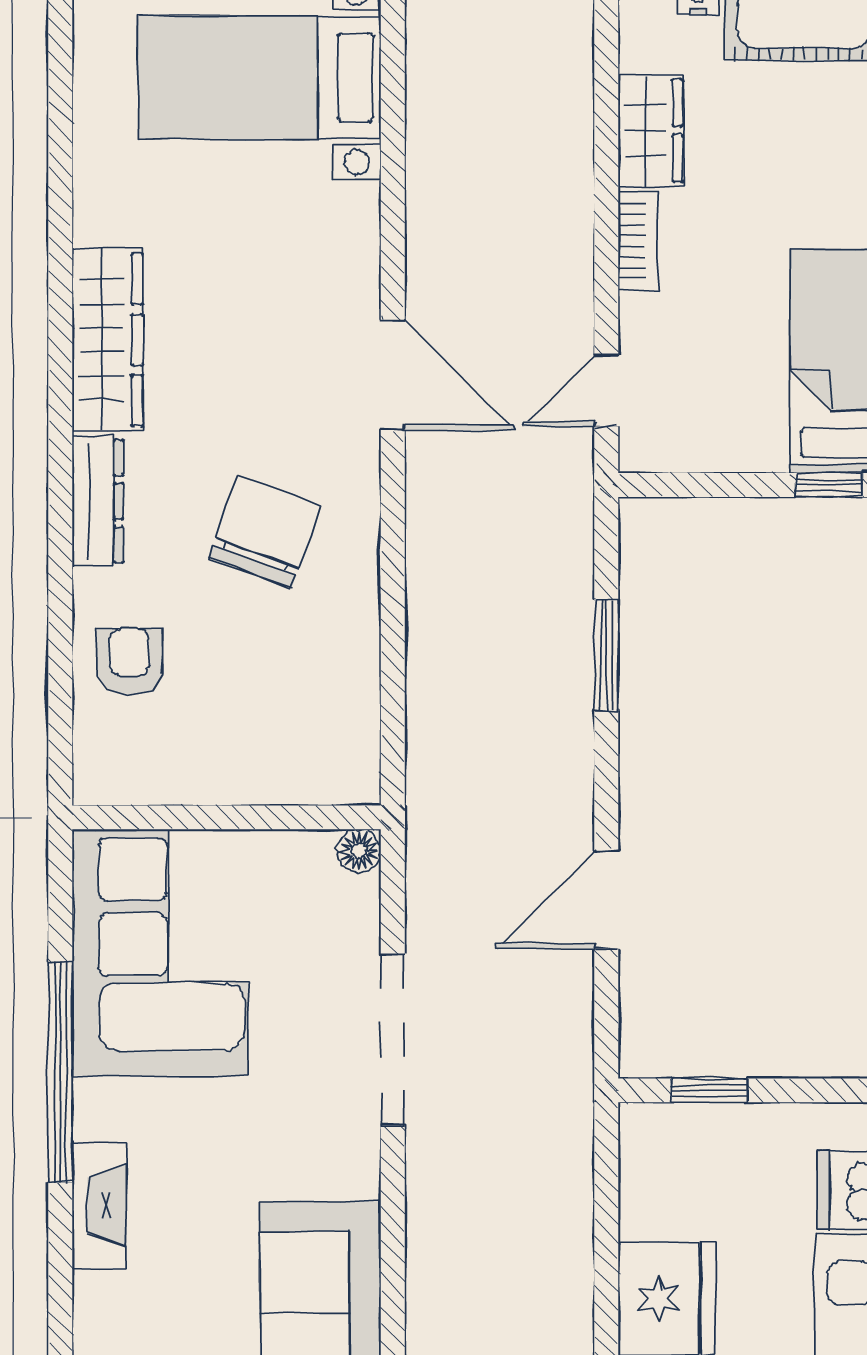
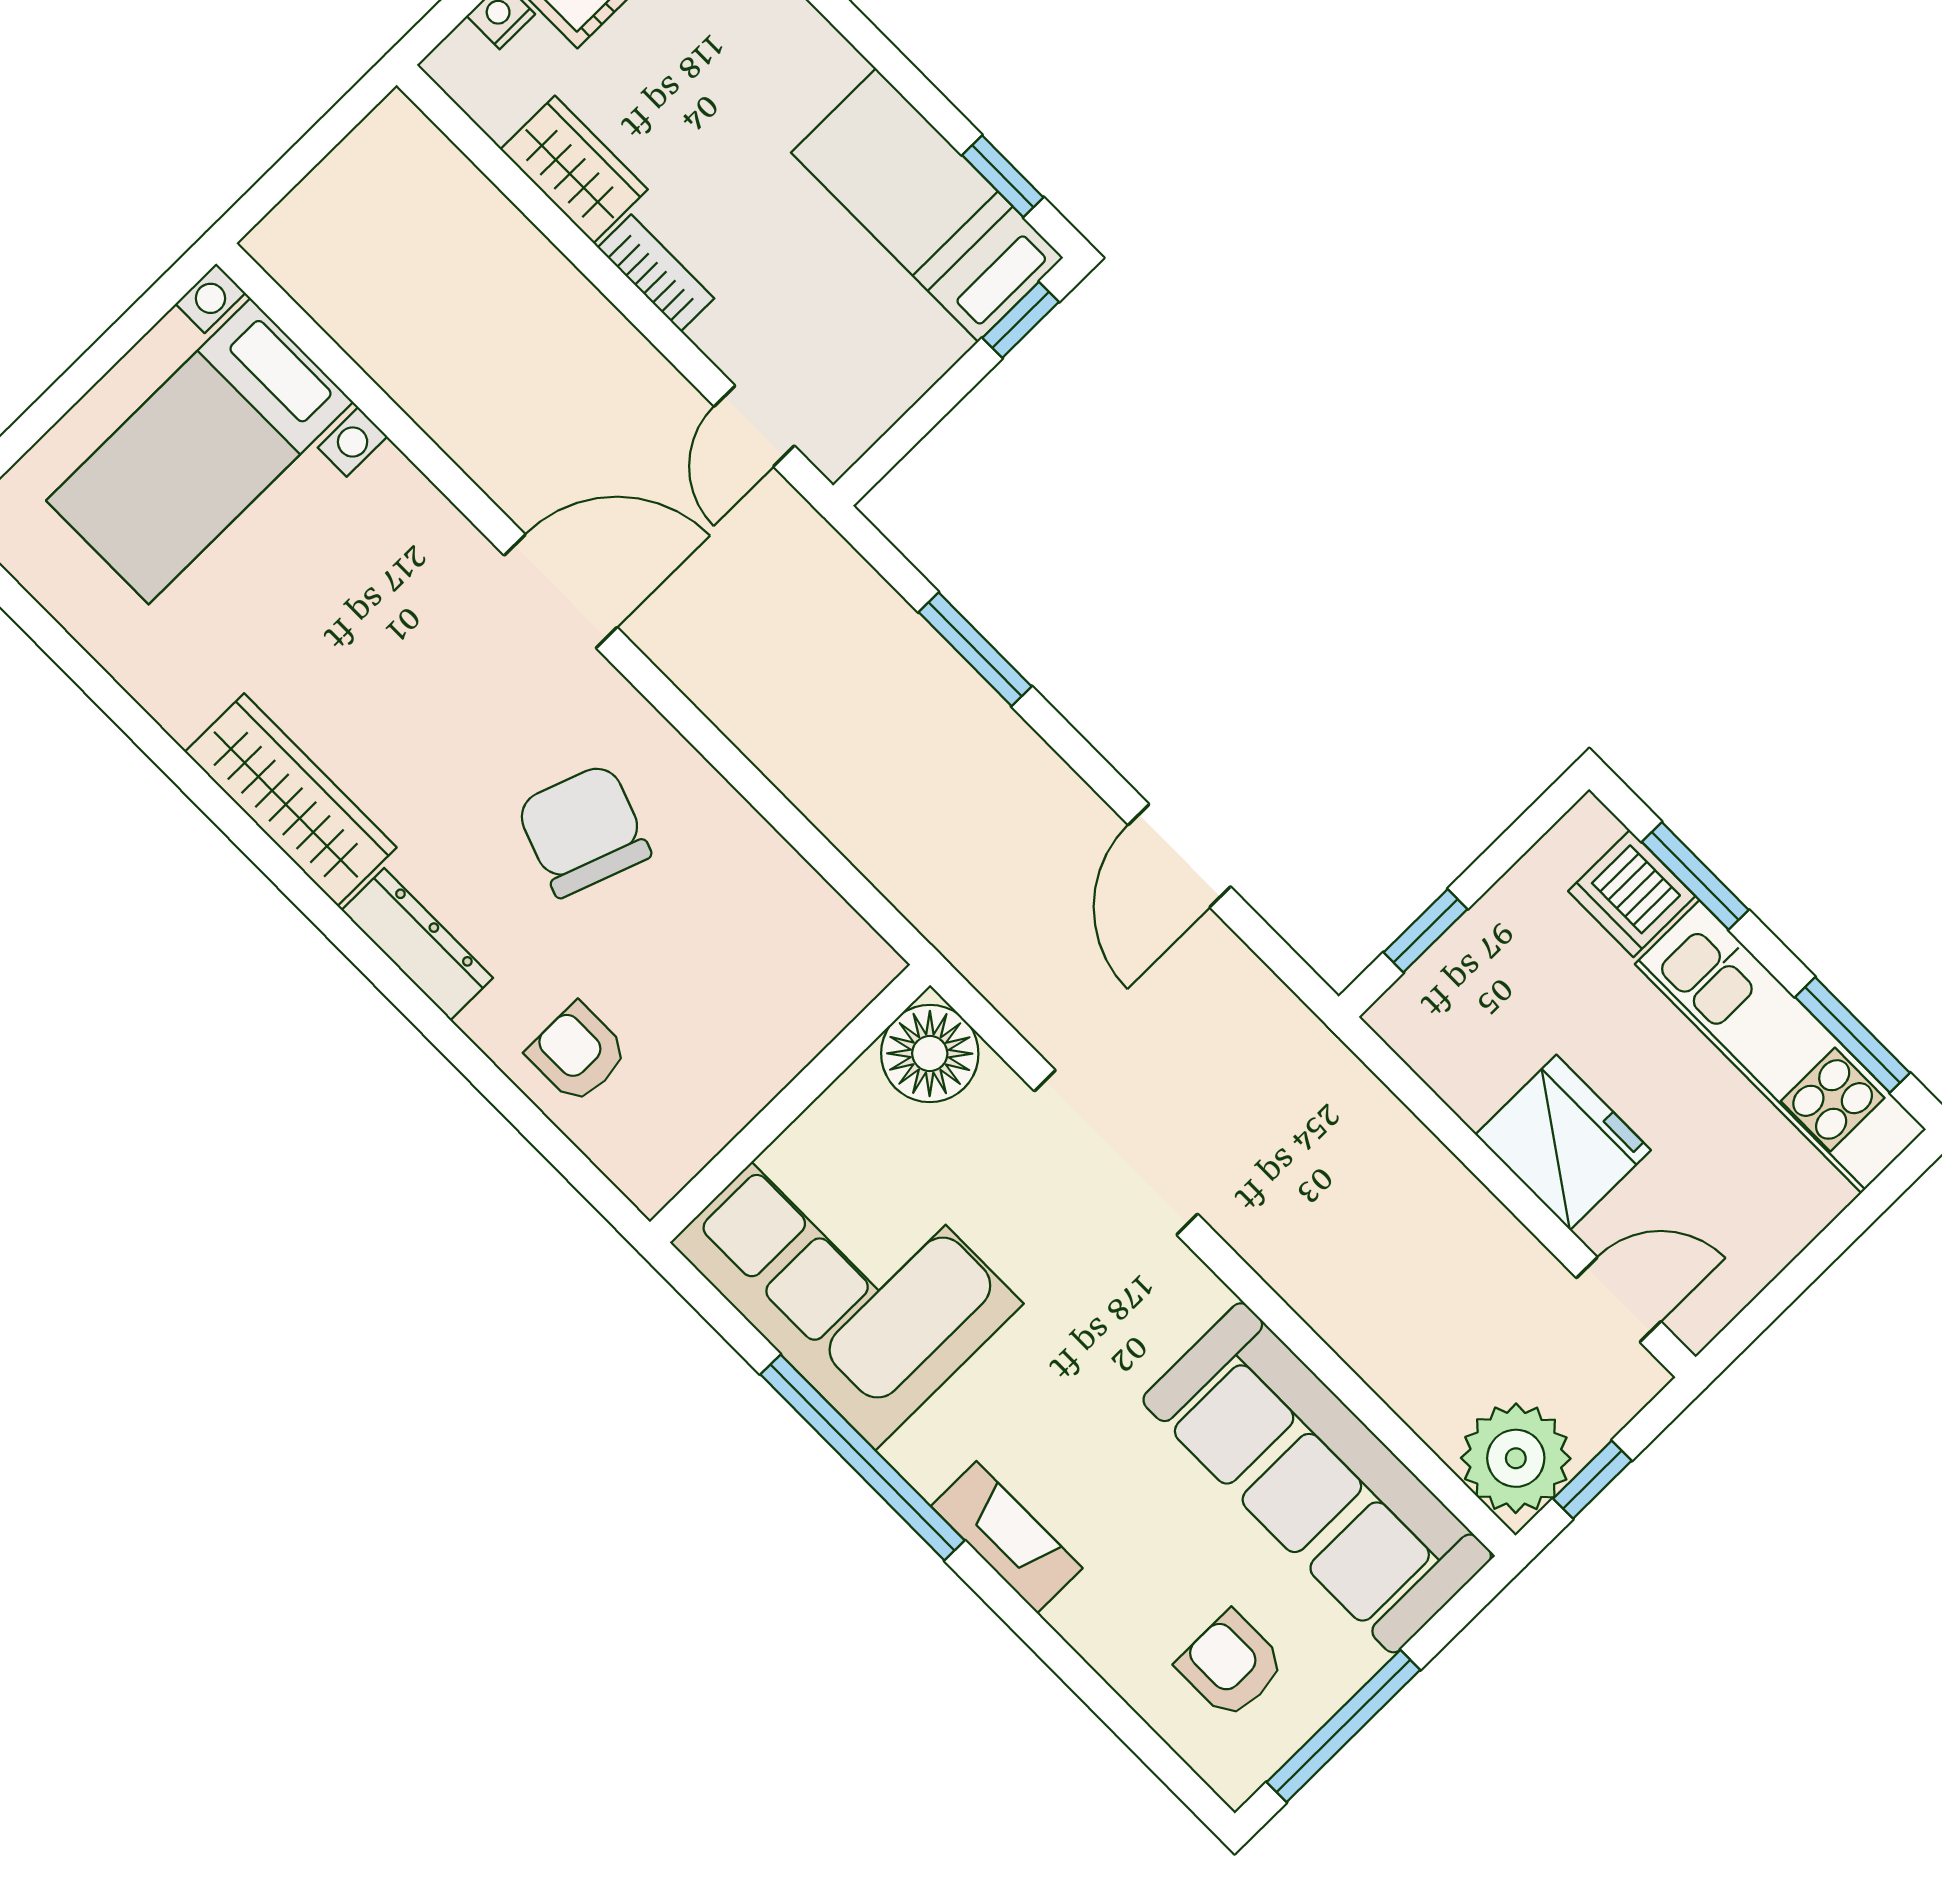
floor lamp: (359, 851) -> (930, 1054), width x1.89, depth x1.89

